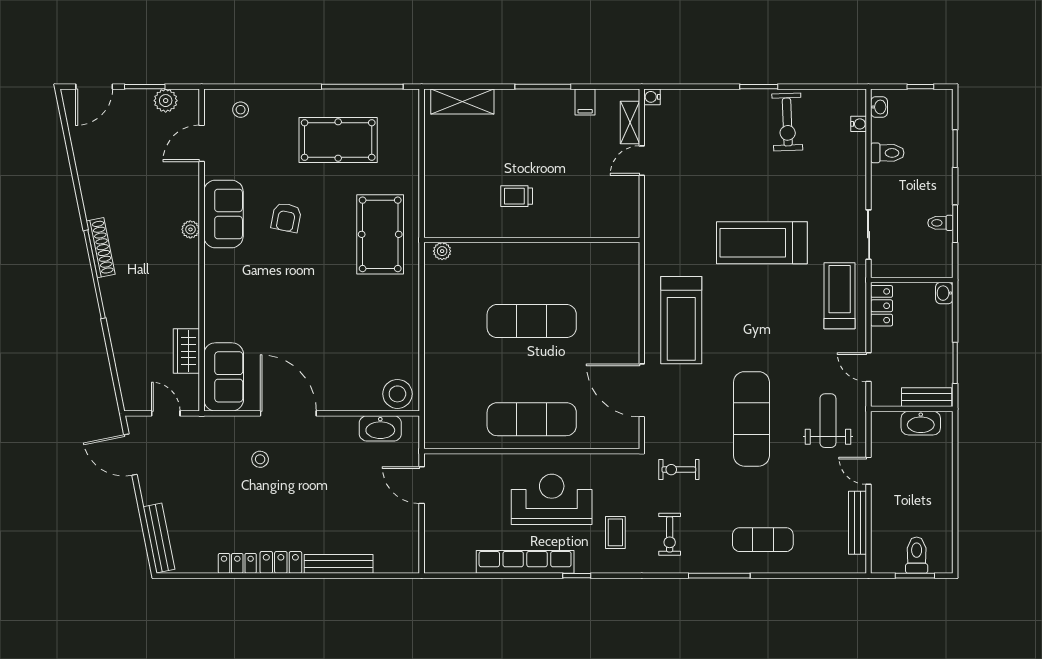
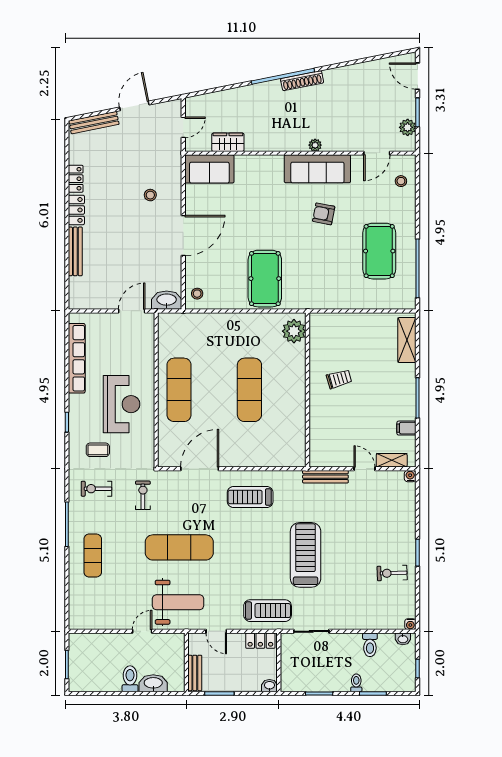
exercise bike: (787, 122) -> (392, 573), width x0.73, depth x0.72
water cooler: (859, 124) -> (410, 624), moved
door: (202, 143) -> (377, 153), swing flipped
trolley: (517, 196) -> (339, 379), turned 74
sofa: (223, 214) -> (317, 169), width x1.36
toilet: (940, 223) -> (356, 683), moved
pool table: (380, 234) -> (265, 279), moved, turned 90
plant: (442, 251) -> (294, 331), width x1.87, depth x1.87
treadmill: (681, 320) -> (250, 497), width x0.73, depth x0.73
door: (869, 367) -> (216, 631), swing flipped
stool: (397, 394) -> (197, 294), width x0.53, depth x0.53
door: (288, 413) -> (183, 236), moved
weight bench: (828, 421) -> (178, 602), width x1.36, depth x1.33
washbasin: (921, 423) -> (153, 683), moved, turned 90
washbasin: (380, 428) -> (167, 300), moved, turned 90
door: (130, 455) -> (134, 106), moved
bench: (857, 523) -> (325, 477), moved
toilet: (917, 555) -> (130, 679), moved, turned -90
row of seats: (525, 562) -> (77, 358), moved

